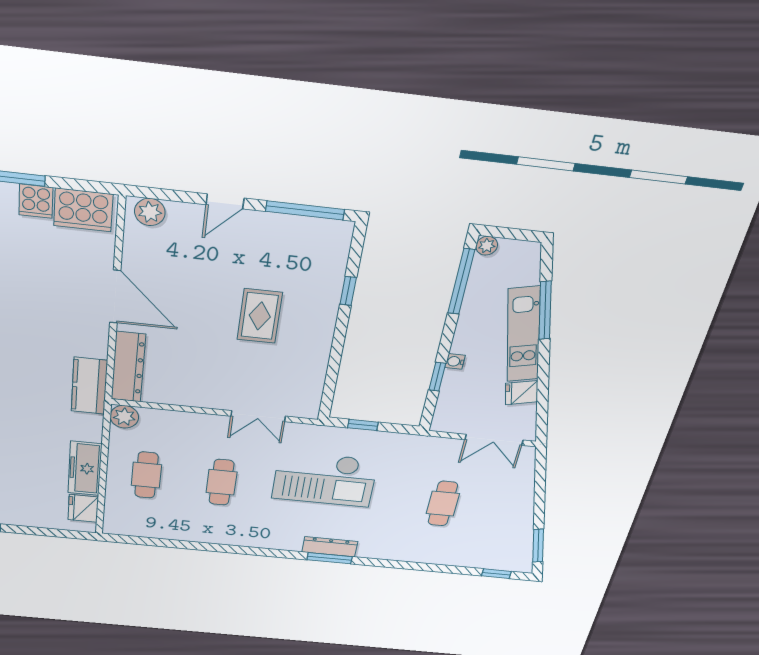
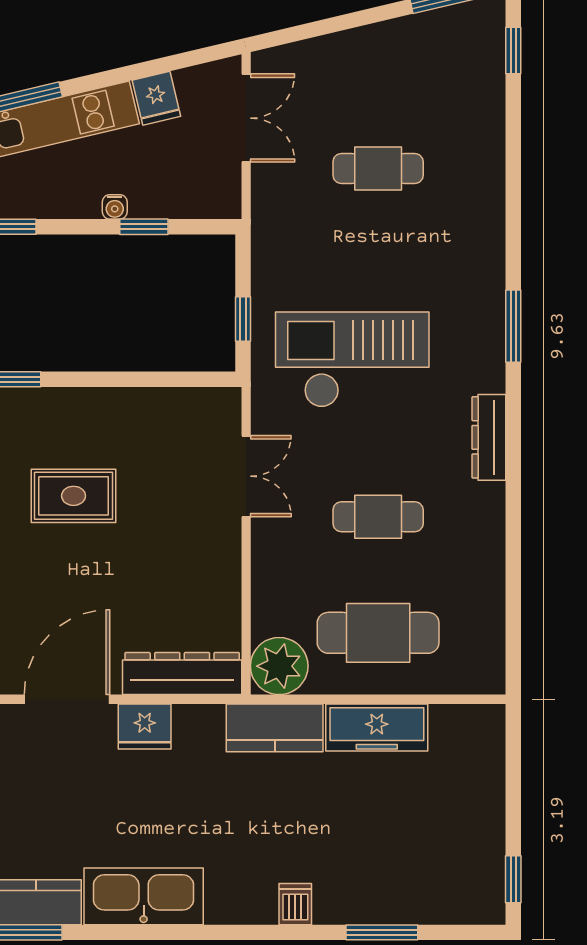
kitchen counter: (89, 386) -> (275, 728), moved
plant: (124, 417) -> (279, 666), width x1.36, depth x1.36
cafe table: (146, 475) -> (378, 633), width x1.37, depth x1.35
checkout: (325, 479) -> (352, 360), turned -90
fridge: (83, 508) -> (145, 726), moved
dresser: (330, 547) -> (489, 437), moved

